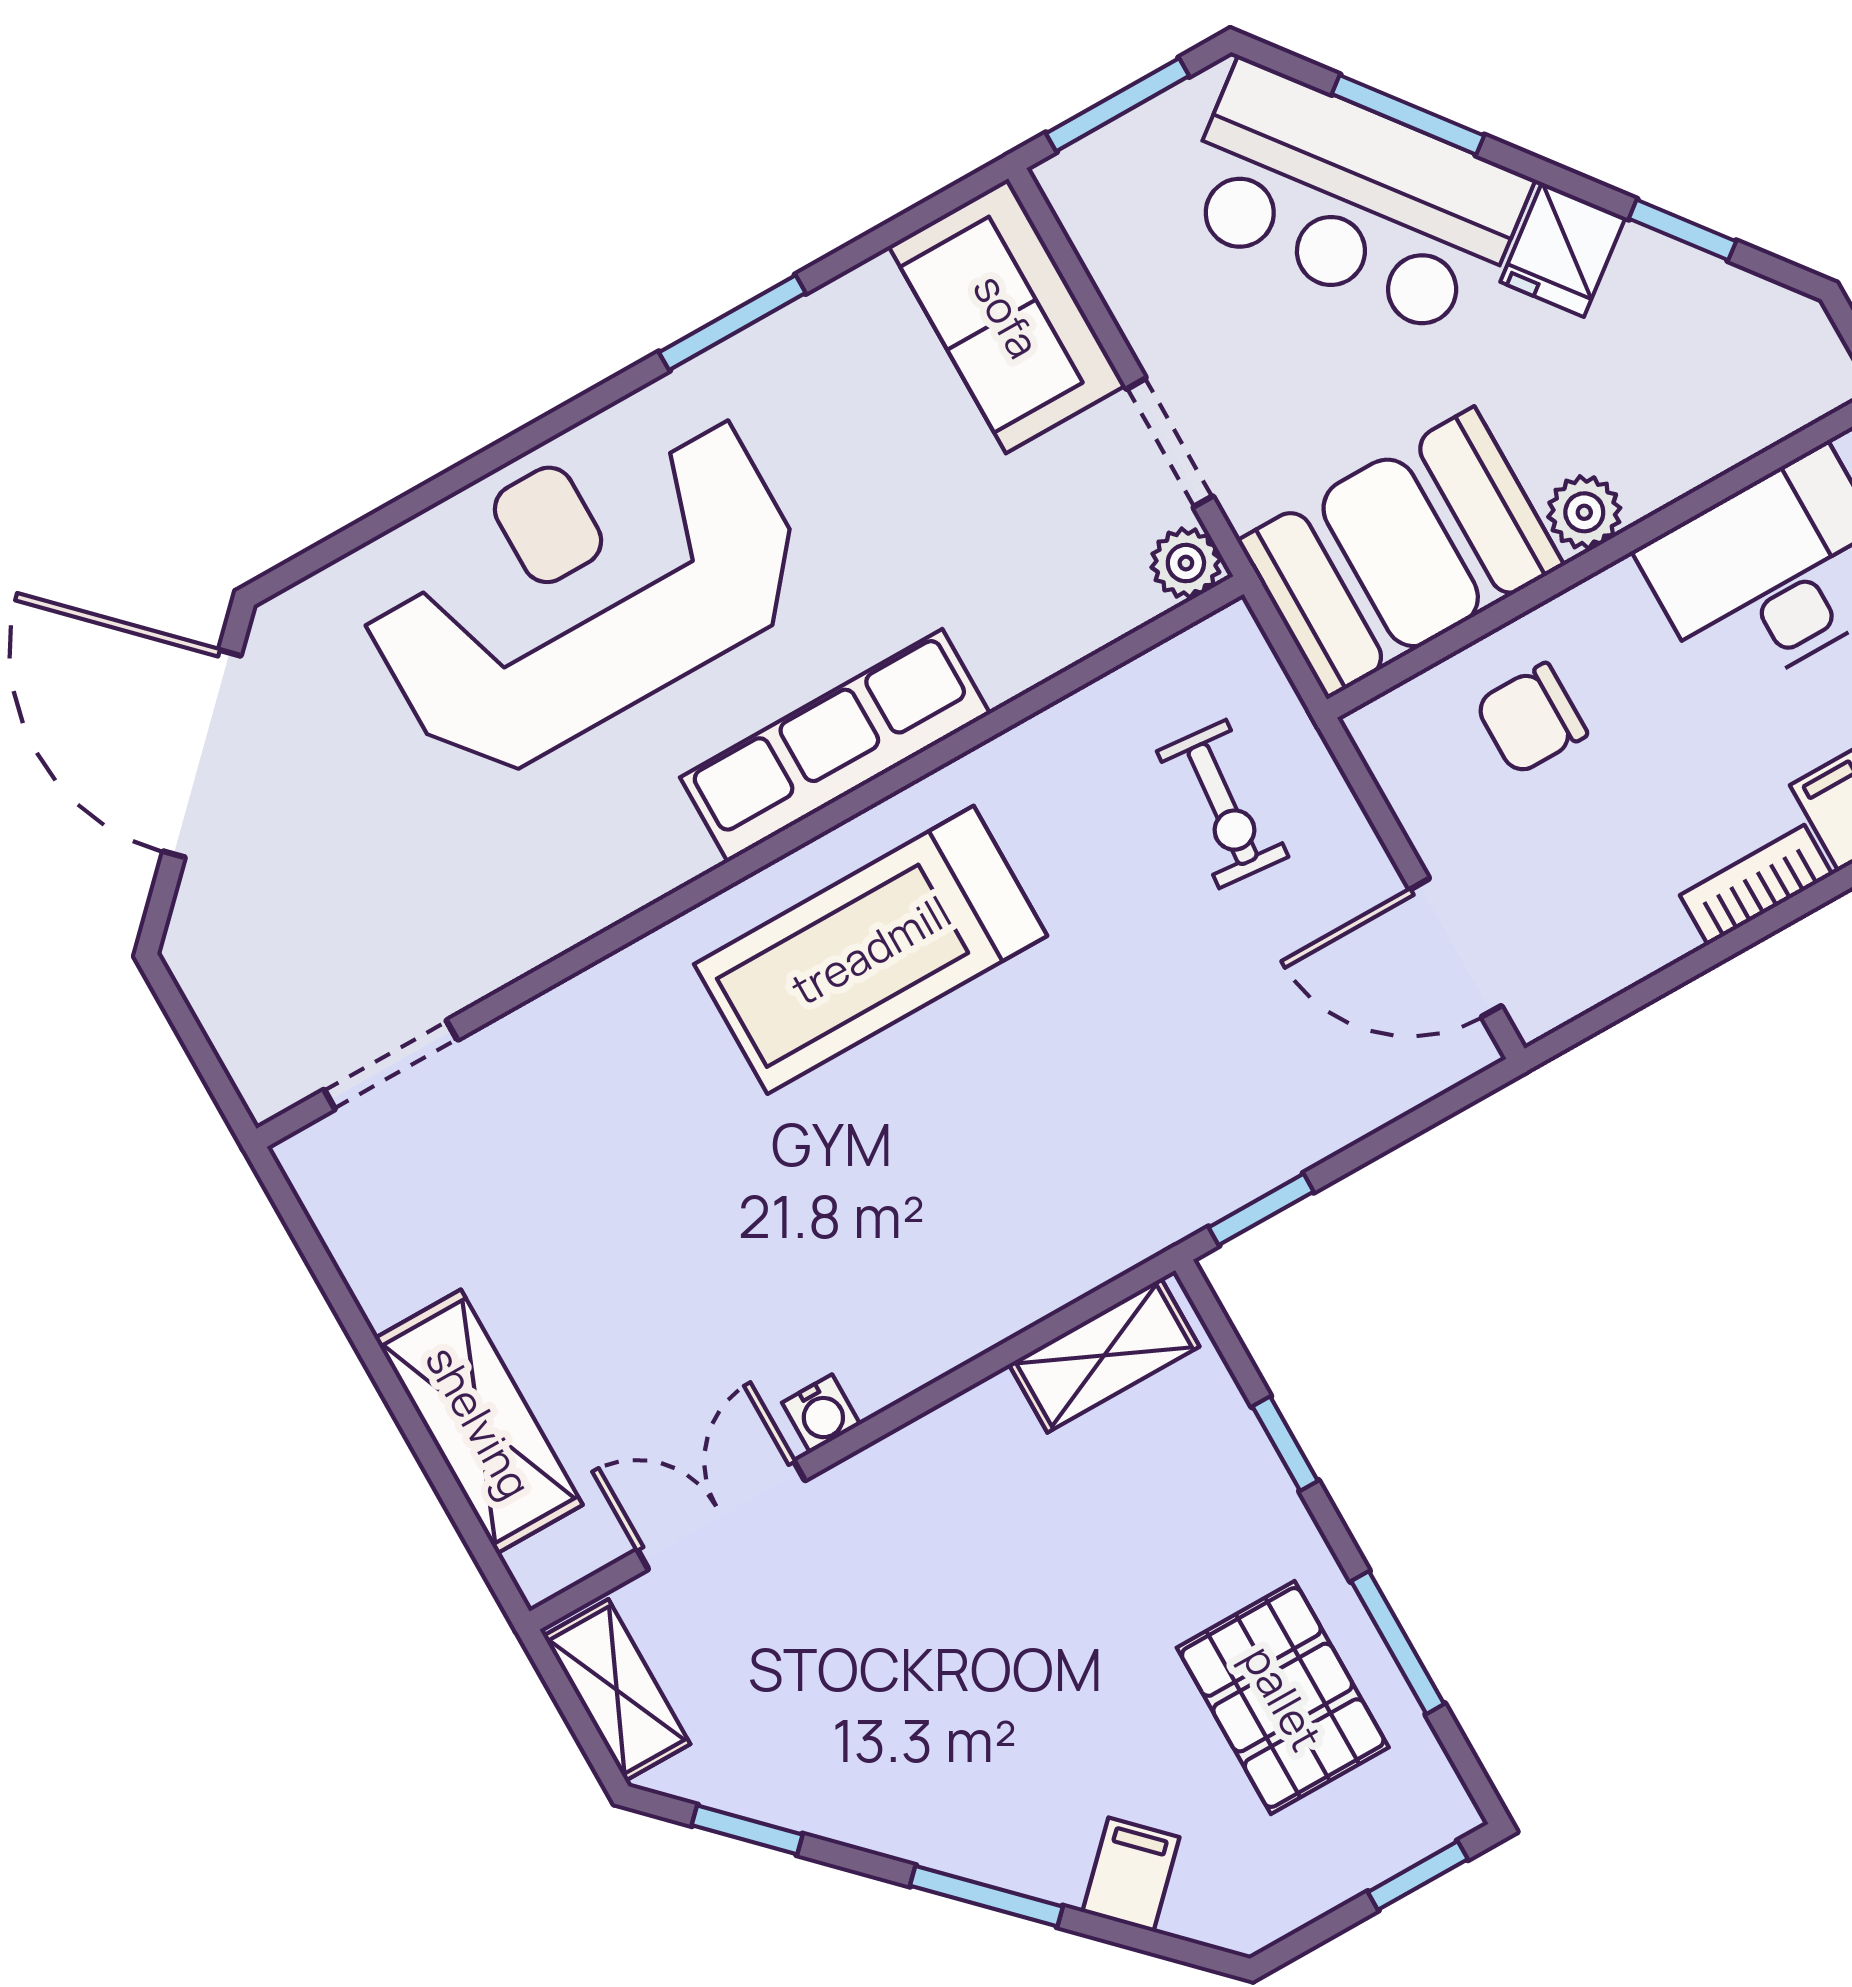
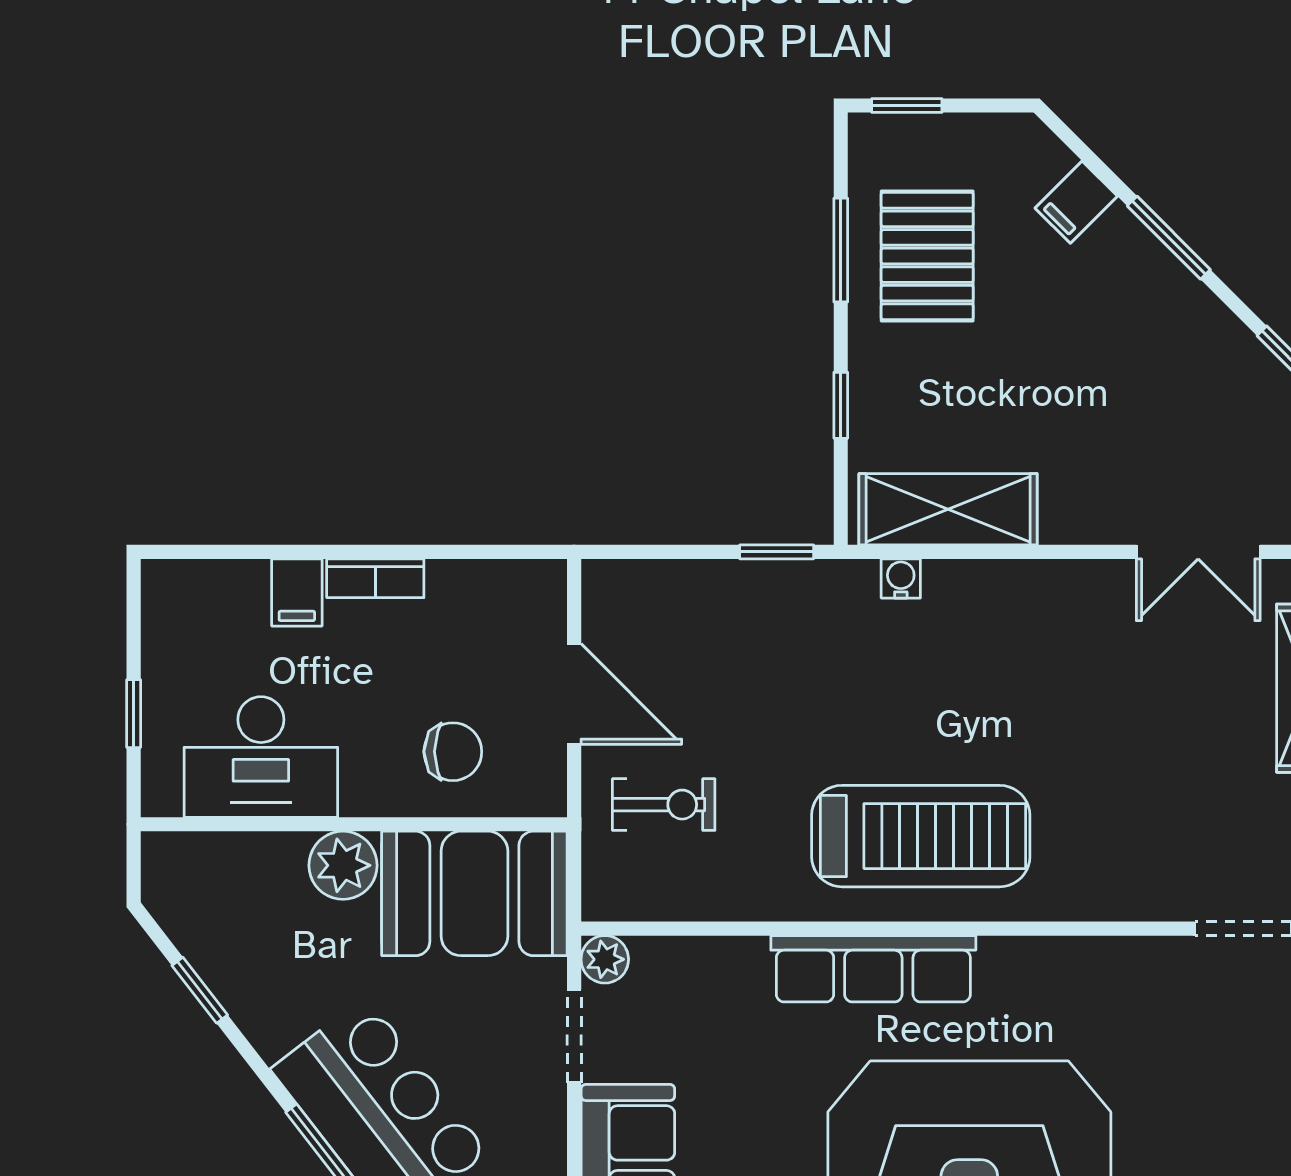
fridge: (1563, 250) -> (277, 1019), removed
plant: (1584, 512) -> (343, 865), width x1.38, depth x1.38
exercise bike: (1223, 804) -> (664, 805), turned 85
door: (1455, 948) -> (574, 694), moved
shelving: (1104, 1355) -> (948, 509), width x1.50, depth x1.33
water cooler: (821, 1414) -> (901, 578), moved

